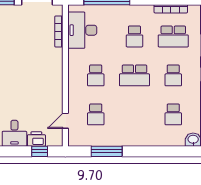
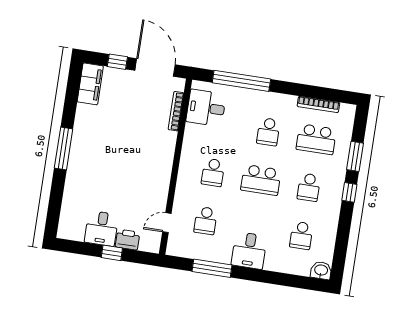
desk: (82, 30) -> (206, 108), width x0.73
desk: (134, 133) -> (249, 251), added
window: (40, 151) -> (112, 253), moved

